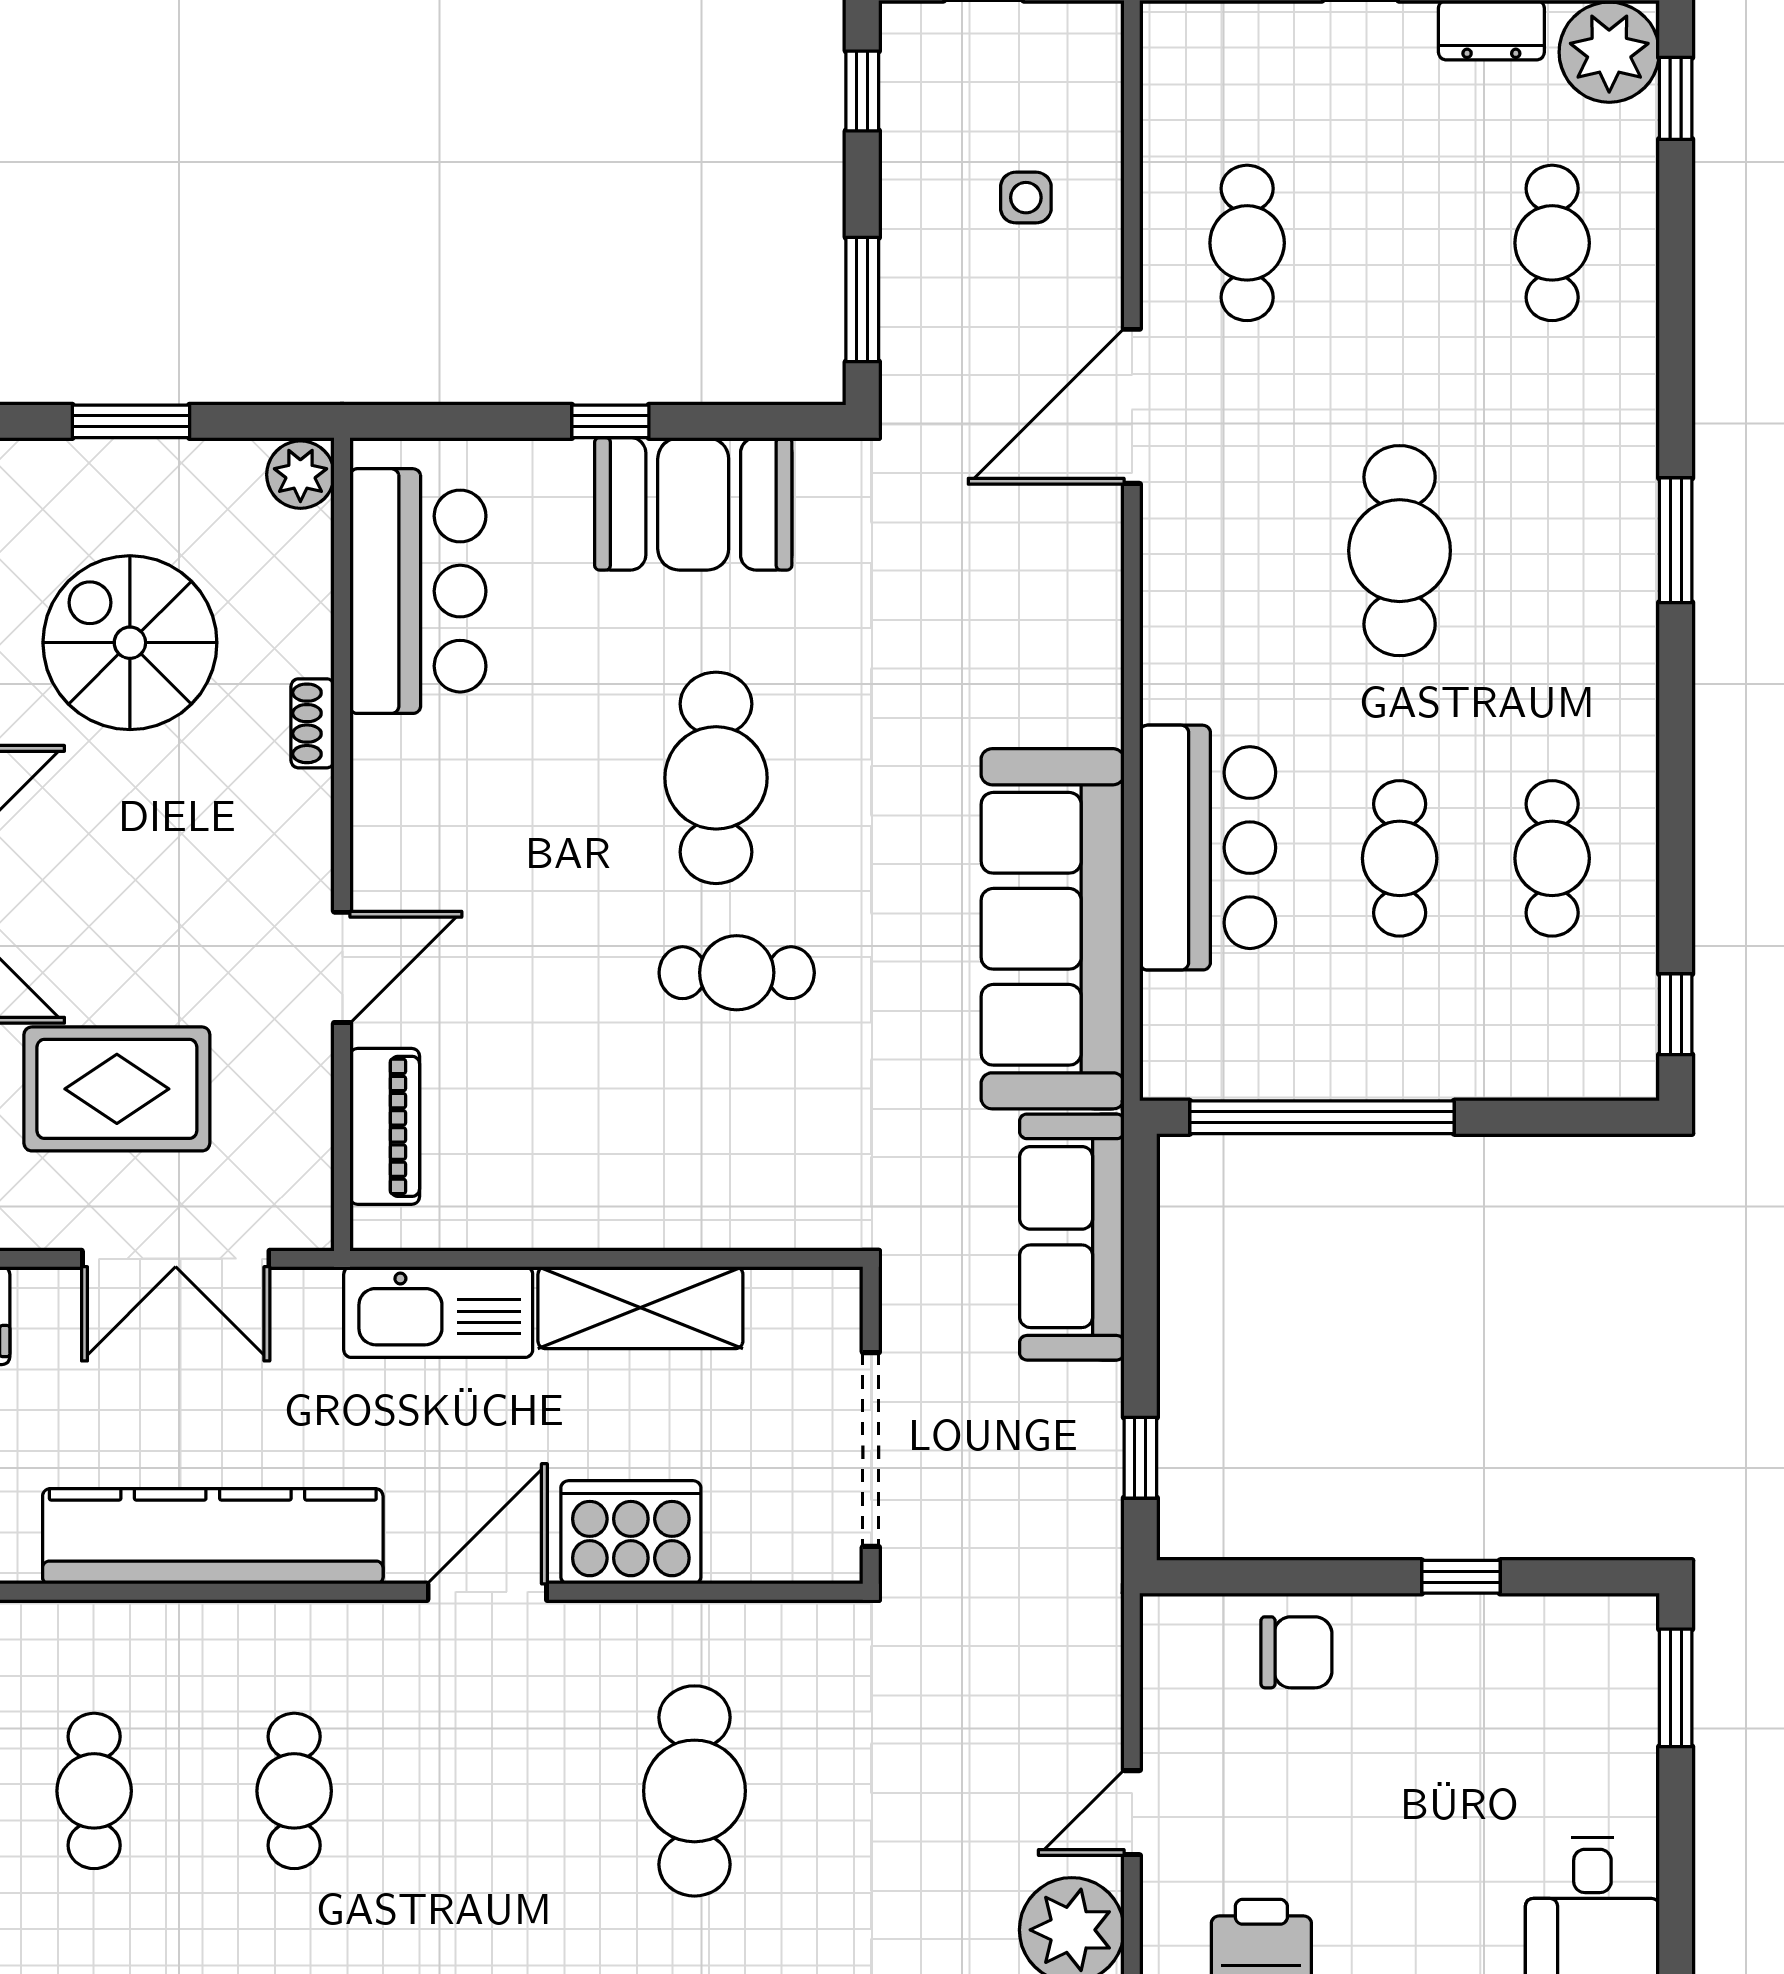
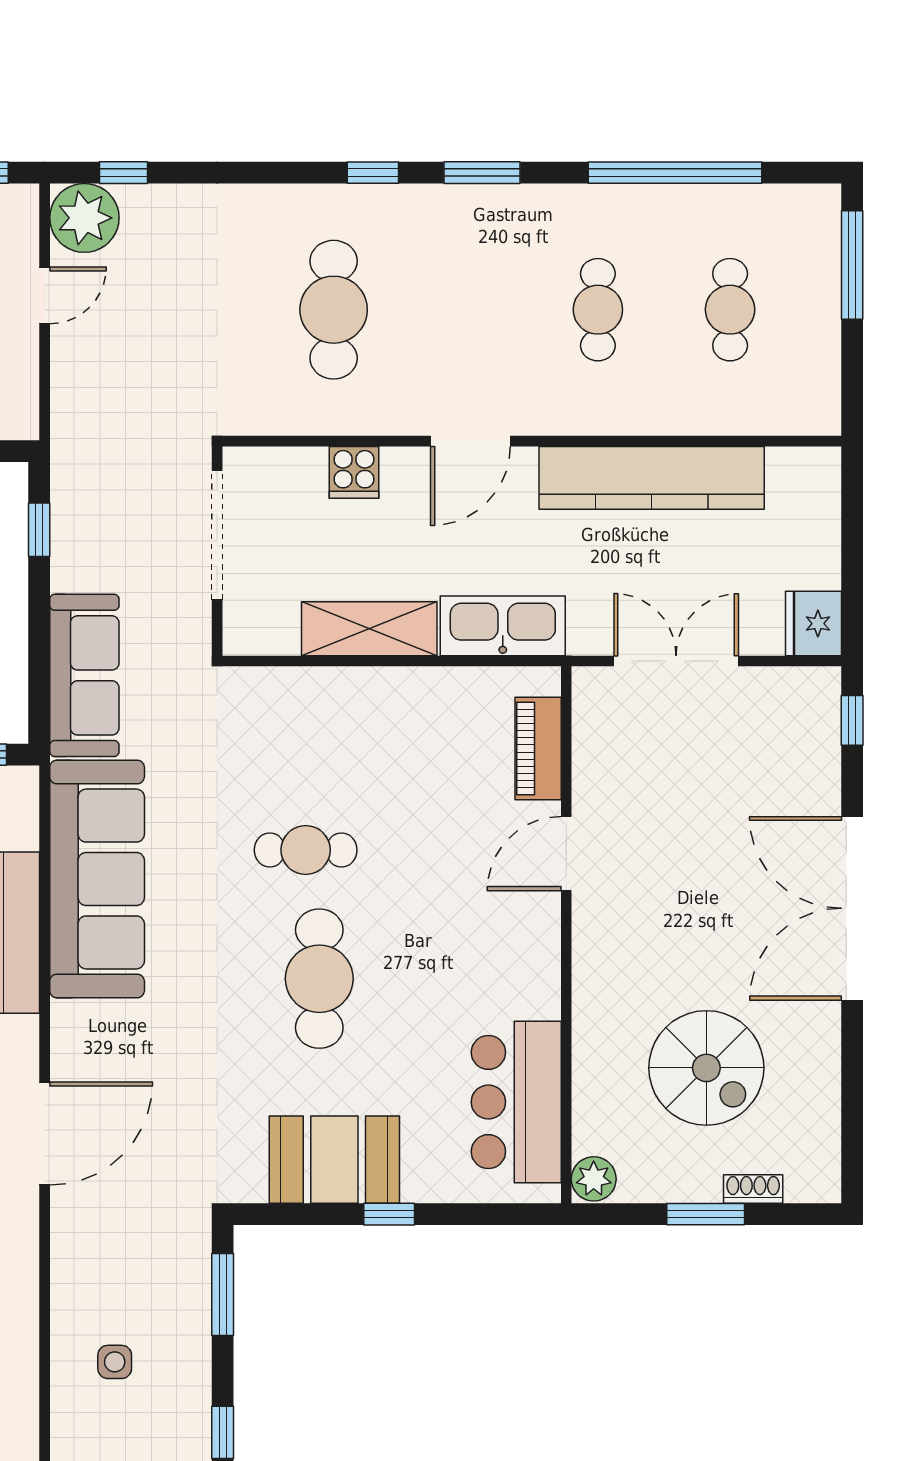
door: (1132, 406) -> (45, 1134), moved
shoe rack: (313, 723) -> (753, 1189), moved, turned -90
rug: (117, 1089) -> (715, 773), removed
cooker: (631, 1532) -> (354, 472), width x0.53, depth x0.76

